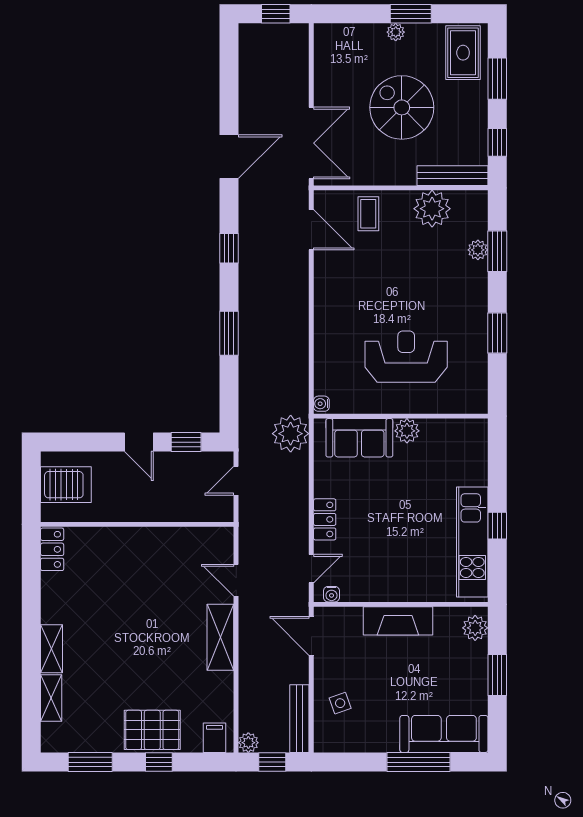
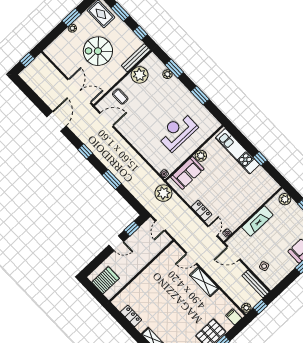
kitchen unit: (472, 542) -> (237, 151), moved
locker: (52, 549) -> (131, 316), moved

